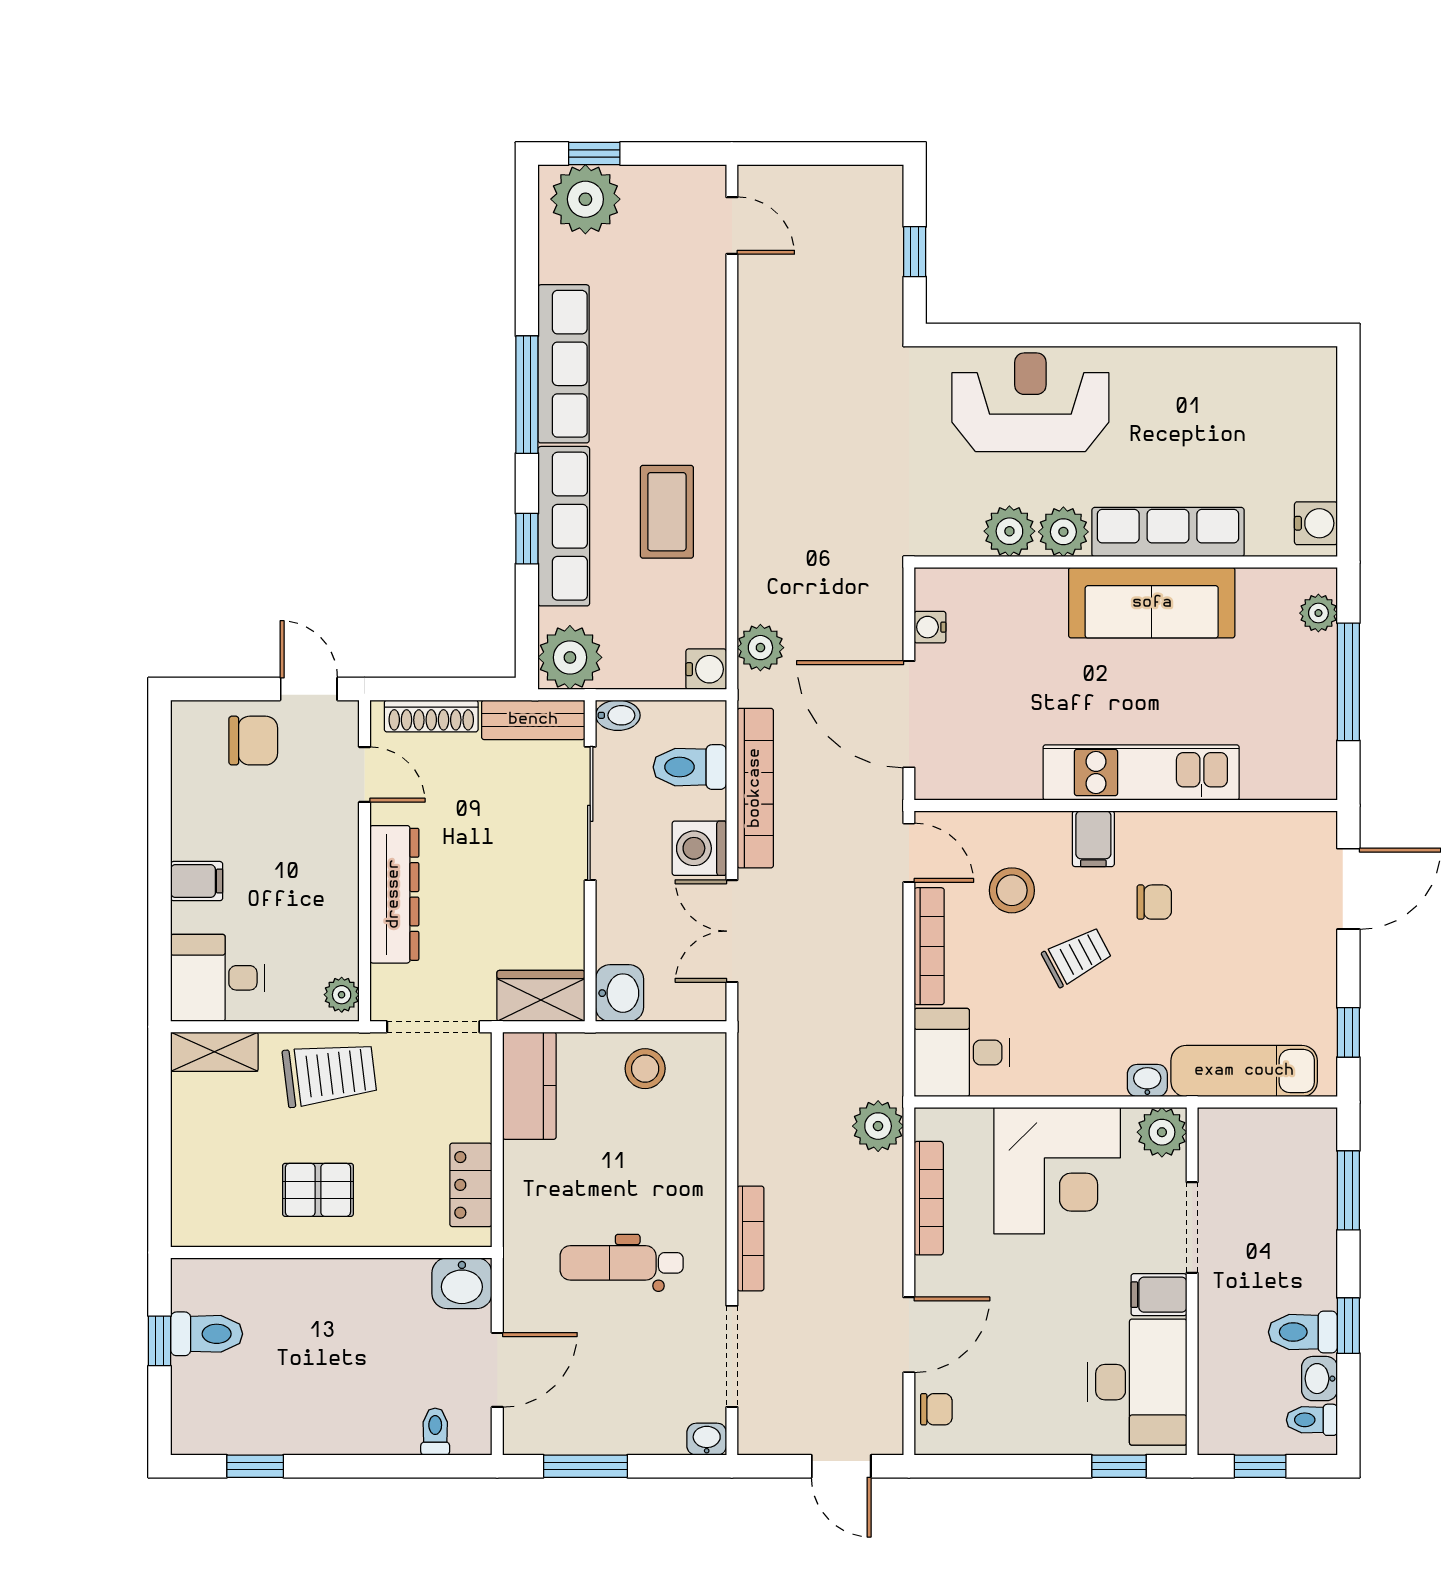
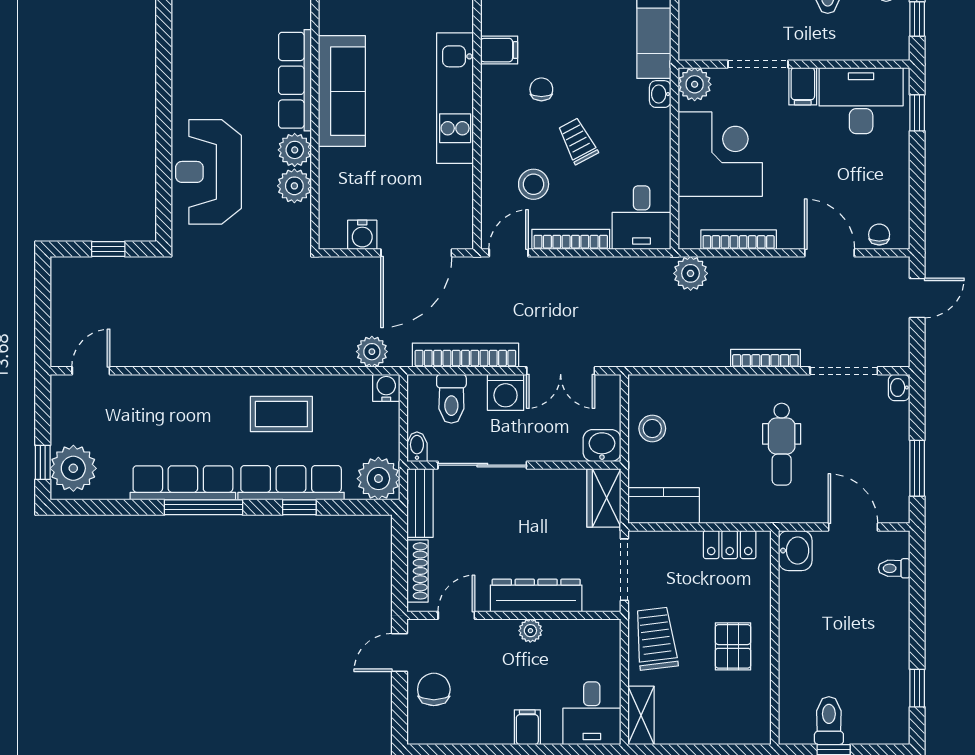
water cooler: (930, 627) -> (362, 235), width x1.38, depth x1.38
filing cabinet: (1093, 839) -> (499, 50), moved
plant: (342, 995) -> (530, 631), moved

